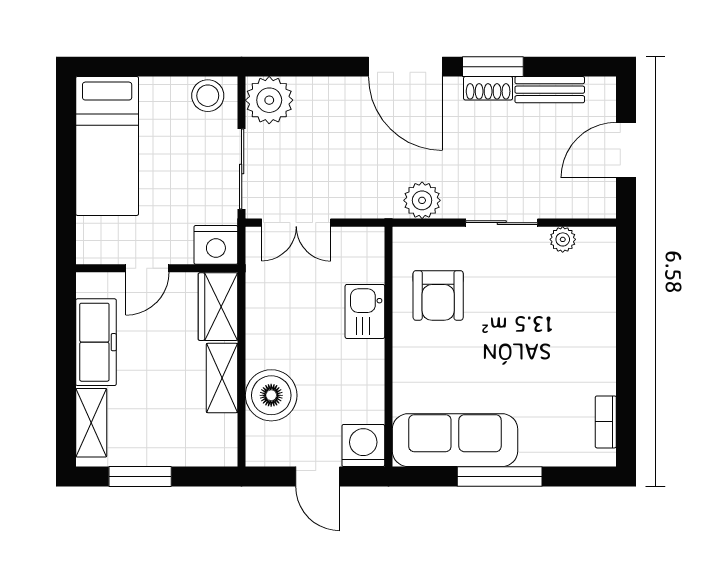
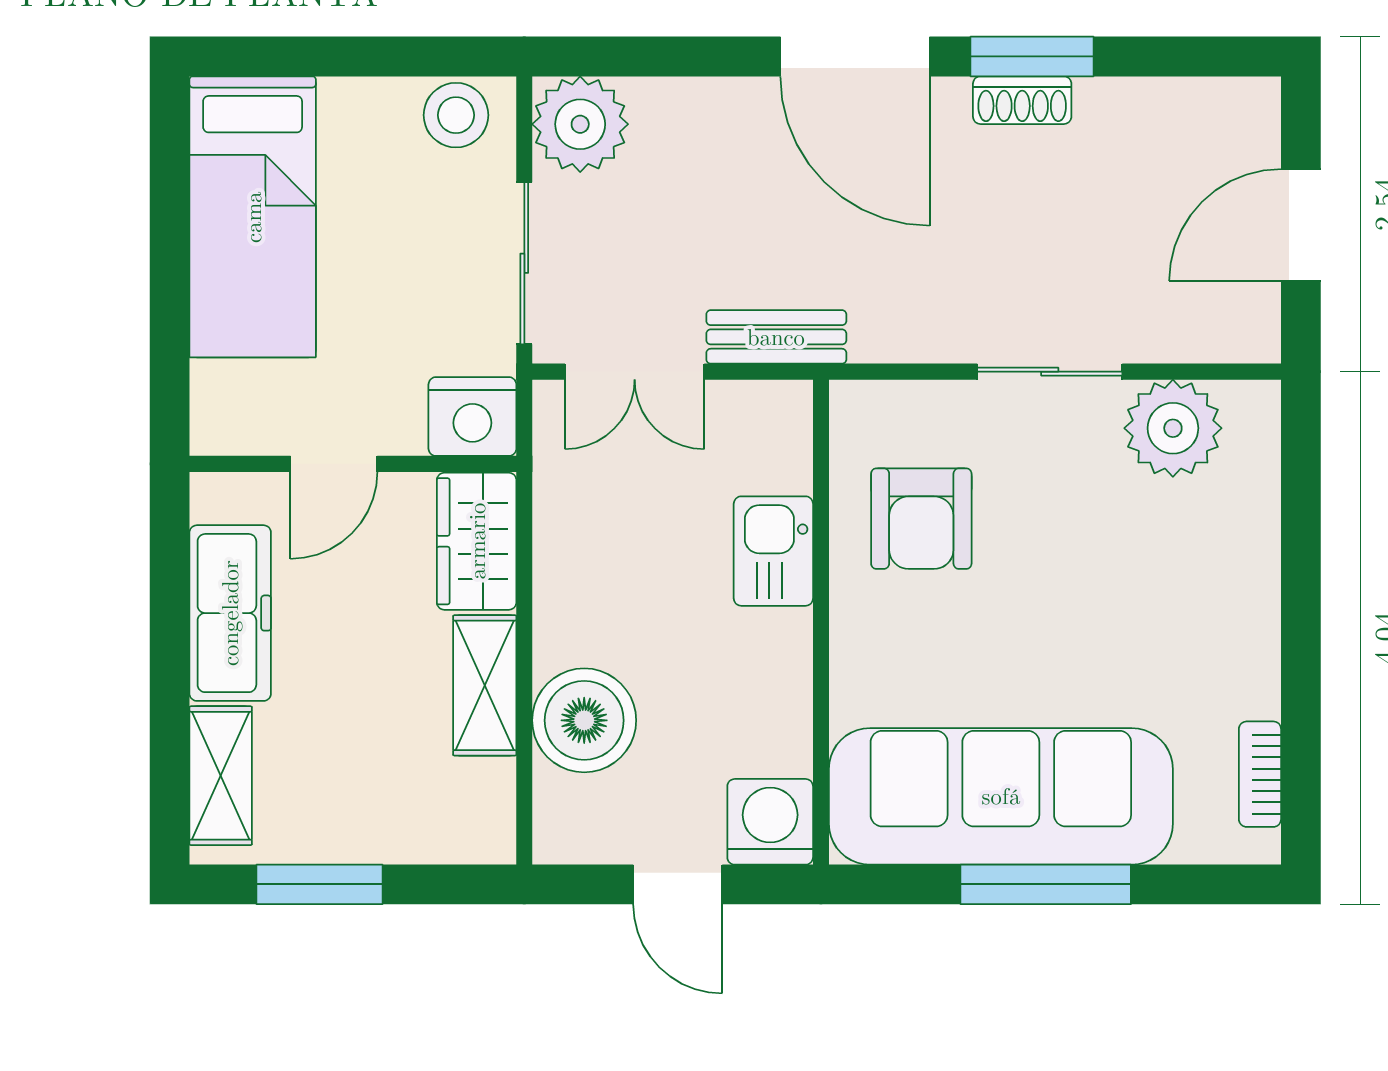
bench: (550, 90) -> (776, 337), moved
plant: (422, 200) -> (889, 327), removed
plant: (563, 239) -> (1173, 428), width x1.88, depth x1.88
sofa: (455, 440) -> (1001, 796), width x1.36, depth x1.27

